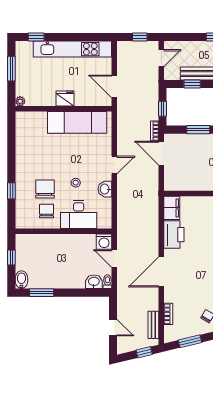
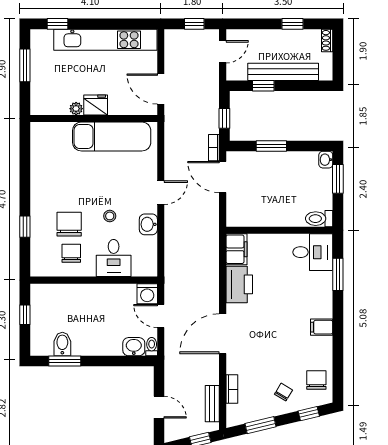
plant: (20, 101) -> (76, 109), moved
desk: (79, 215) -> (114, 258), width x0.73
bidet: (21, 280) -> (62, 344), moved

